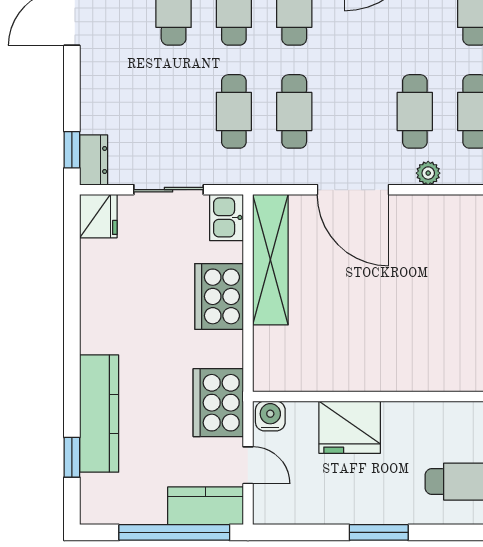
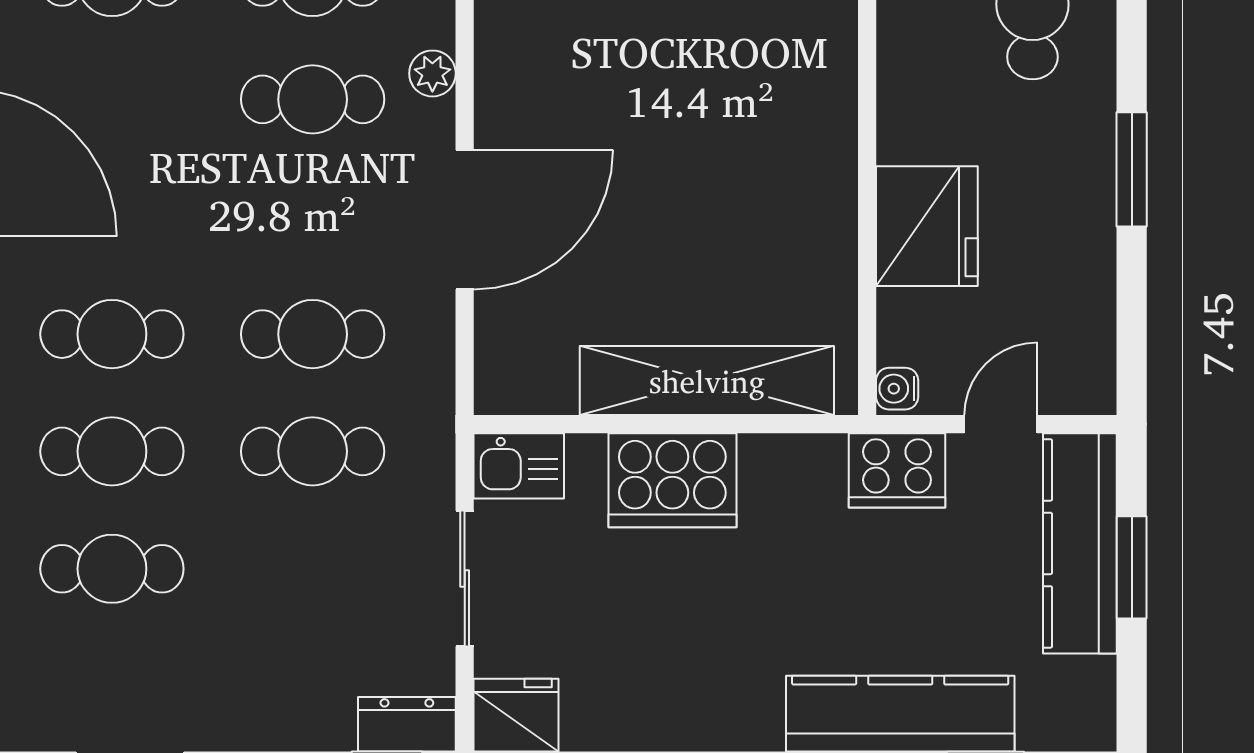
shelving: (270, 260) -> (707, 381), moved
cooker: (218, 403) -> (897, 470), width x0.73, depth x0.76
water cooler: (270, 416) -> (897, 389), width x0.72, depth x0.72
kitchen counter: (205, 506) -> (1080, 543), width x1.50
window: (174, 532) -> (1132, 567), width x0.47

